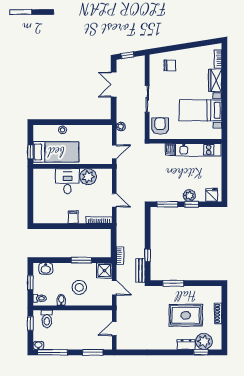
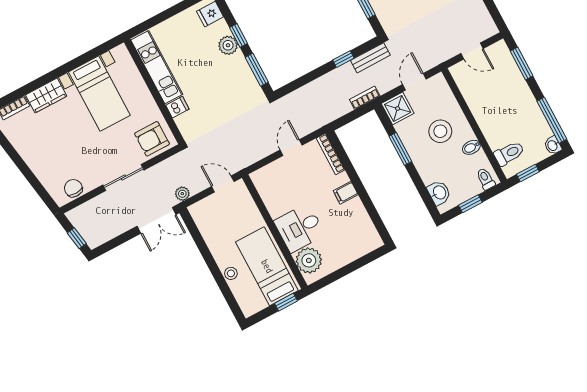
chair: (170, 65) -> (73, 188), moved
double door: (114, 85) -> (156, 220), moved
plant: (88, 177) -> (309, 260), moved

